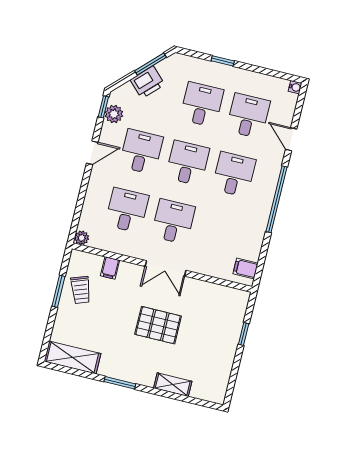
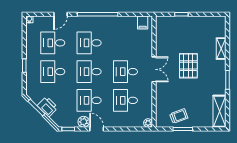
plant: (114, 114) -> (84, 122), moved
filing cabinet: (110, 268) -> (162, 102), removed

